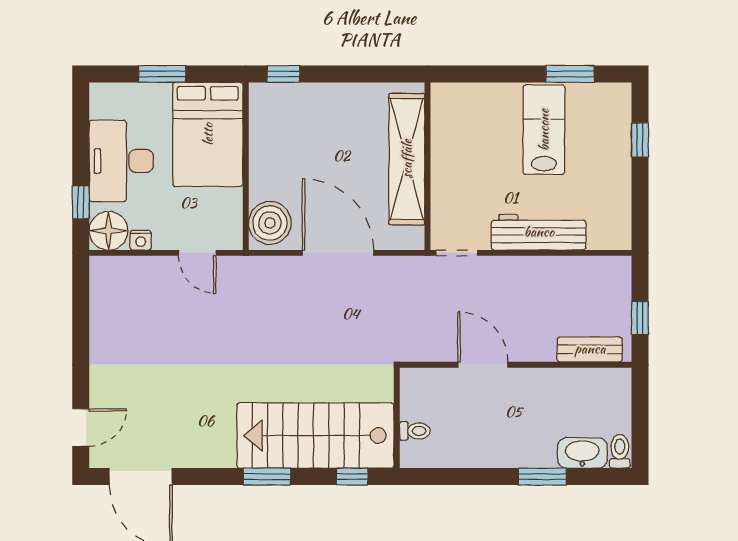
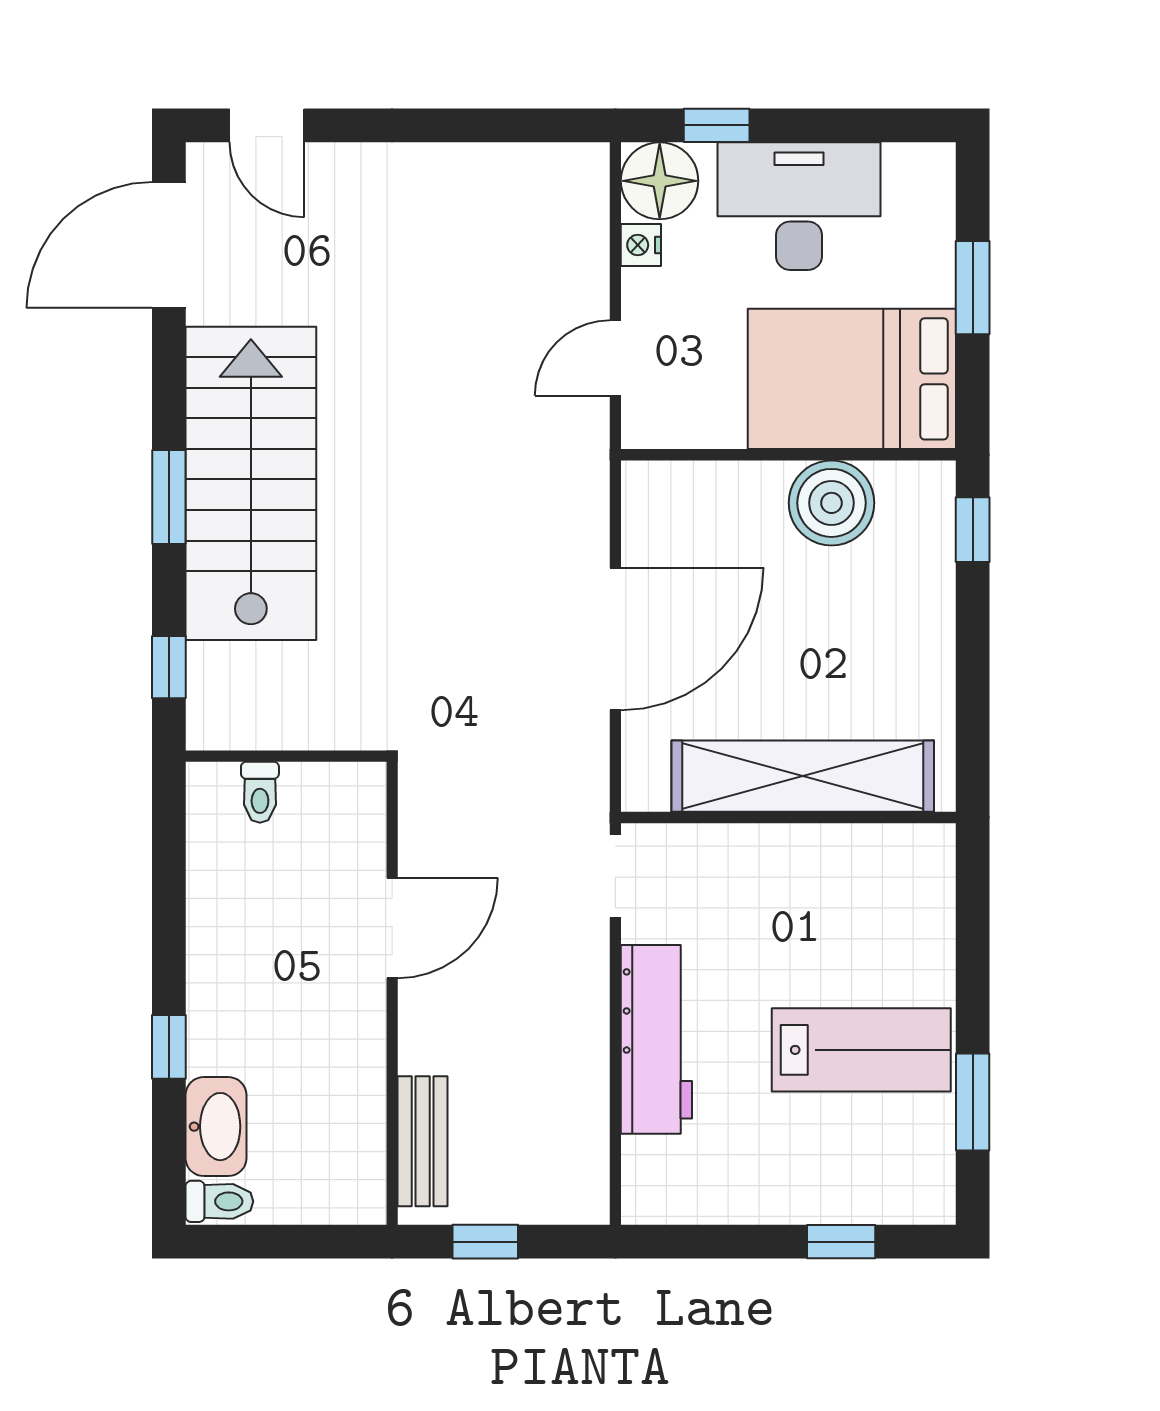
boiler: (270, 223) -> (832, 503), moved
stairs: (315, 435) -> (251, 483), moved
window: (542, 477) -> (169, 1047), width x0.67

